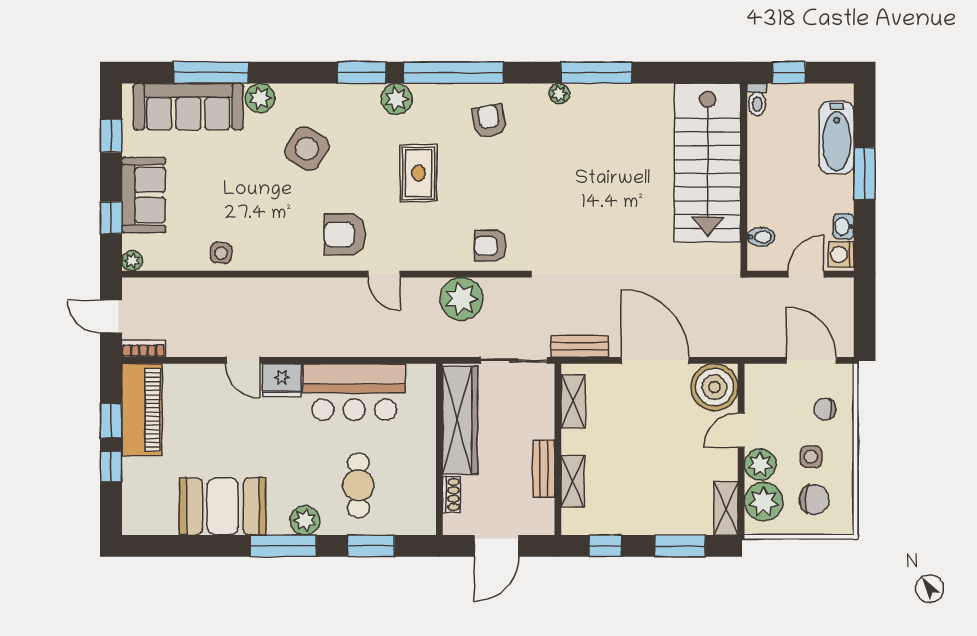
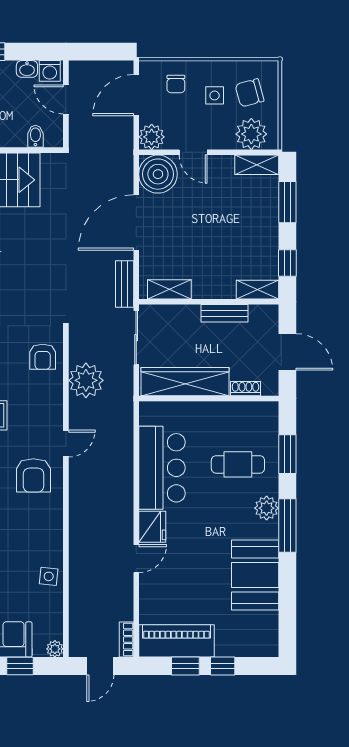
plant: (760, 465) -> (152, 137), moved
shelving: (573, 481) -> (258, 290), moved
chair: (814, 499) -> (250, 93), turned -110

